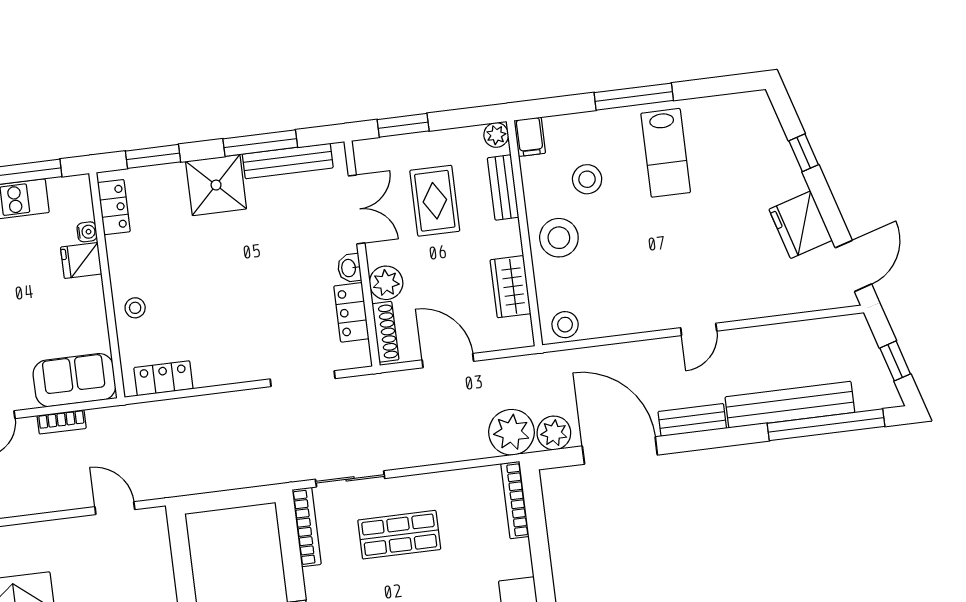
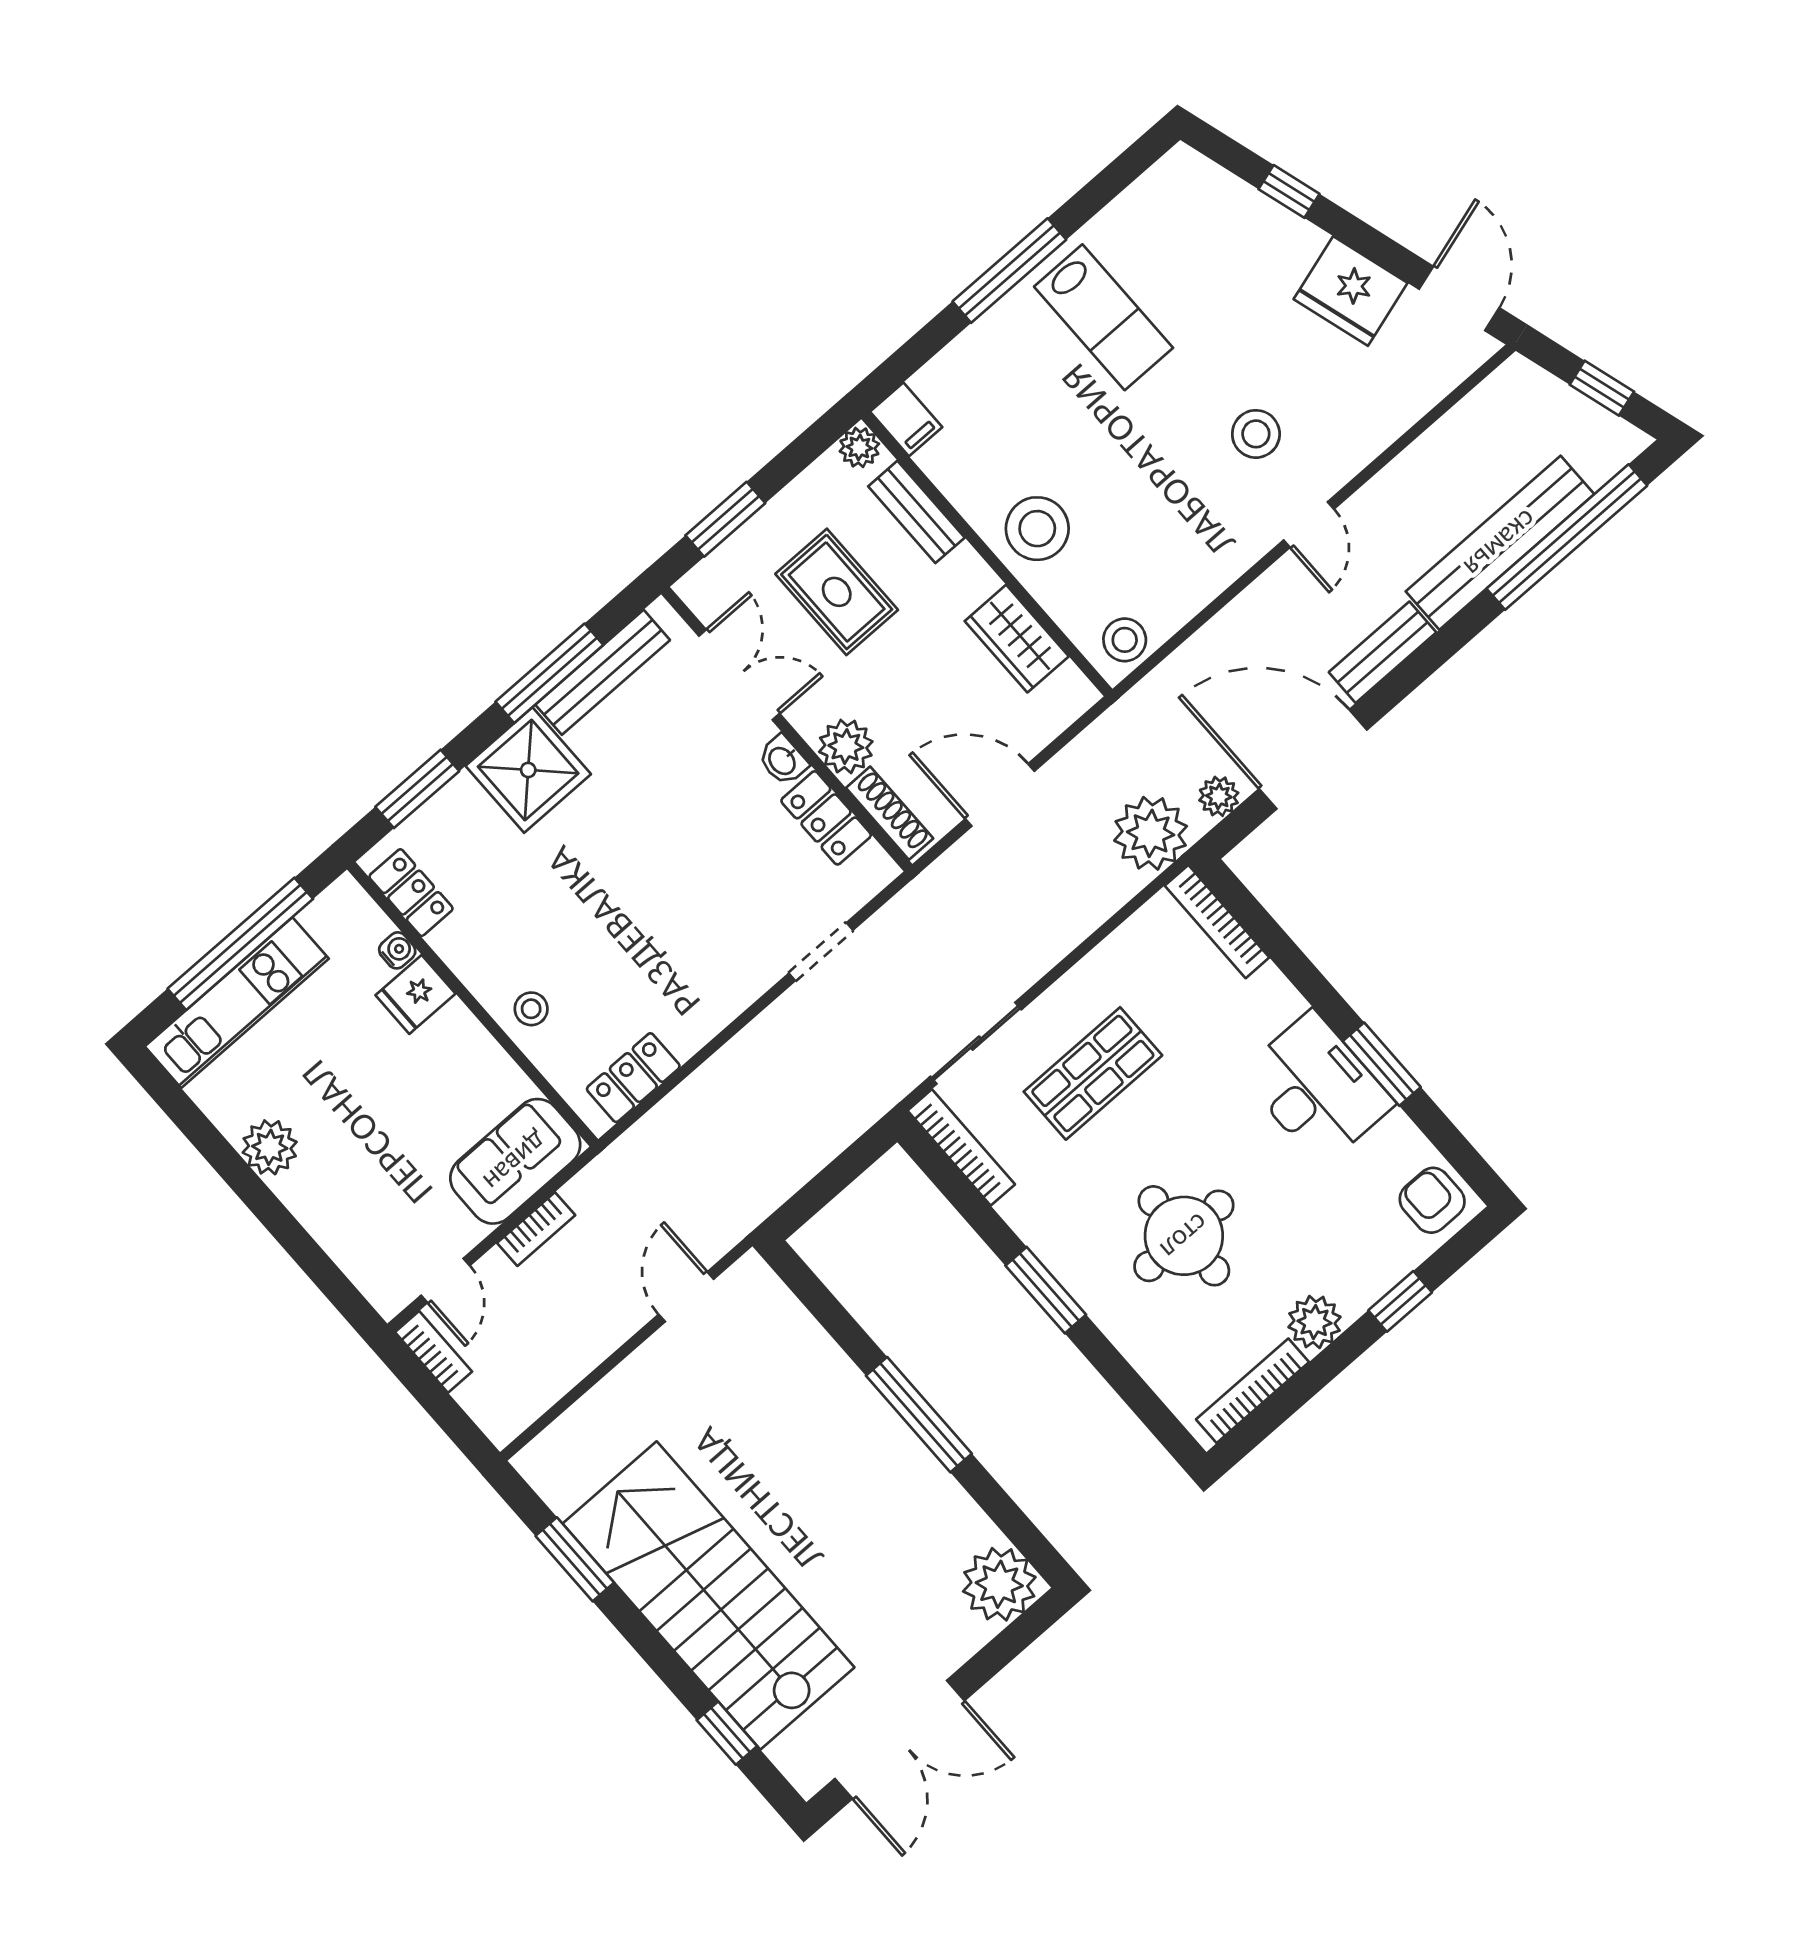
stool: (587, 179) -> (1256, 434), moved
doorway: (303, 379) -> (821, 952), width x0.73
plant: (554, 433) -> (1219, 796), width x0.73, depth x0.73
door: (115, 508) -> (686, 1297), hinge flipped

